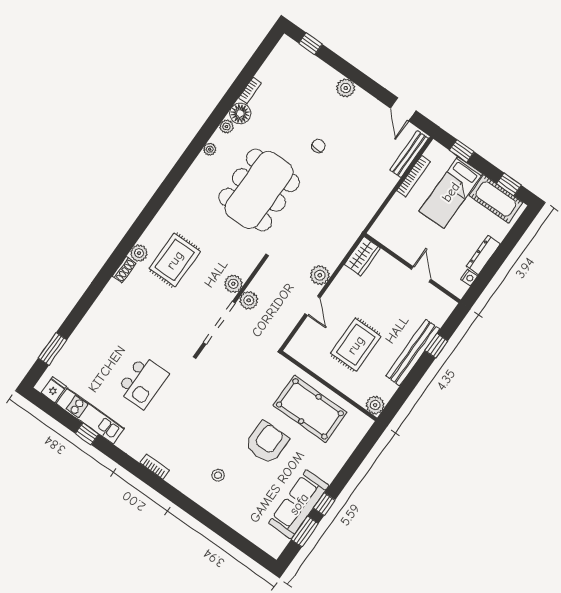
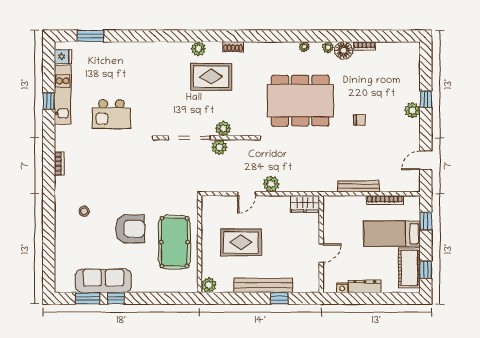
window: (310, 44) -> (426, 99), moved
bench: (409, 154) -> (358, 186), moved
shoe rack: (124, 270) -> (233, 47), moved

